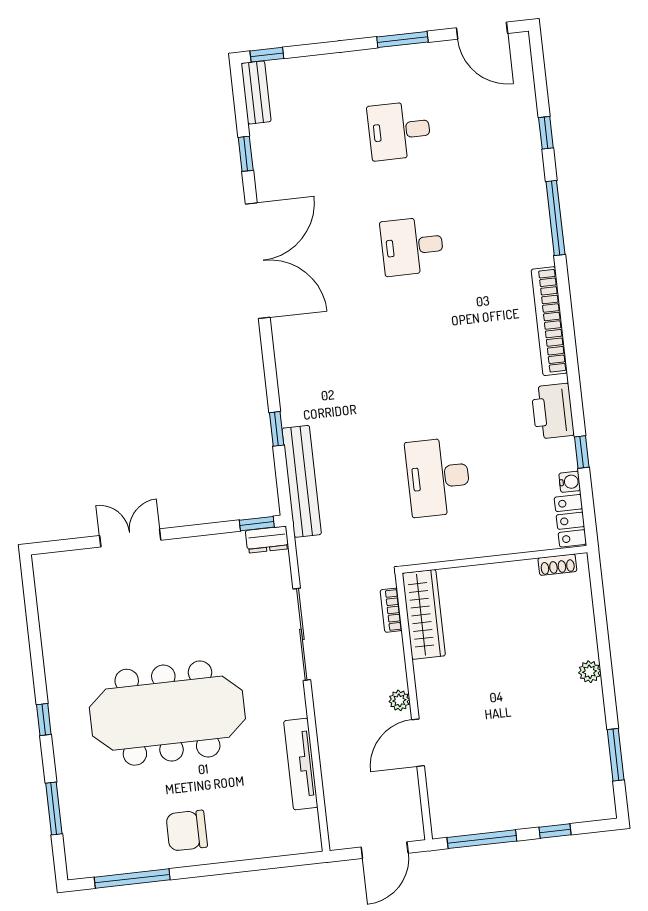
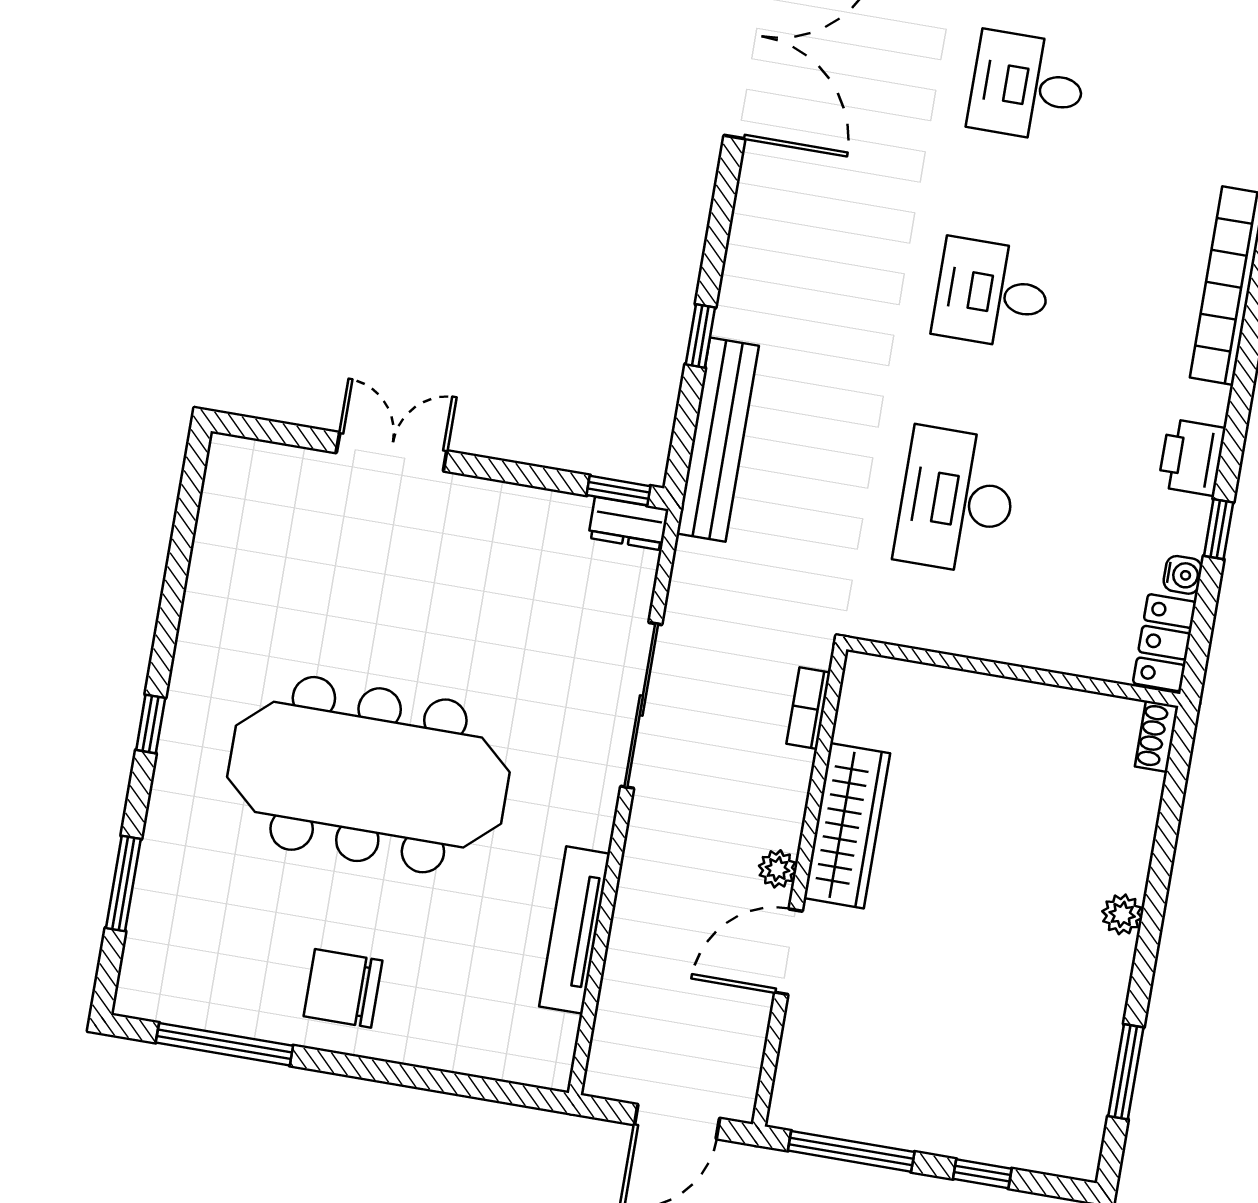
desk: (425, 362) -> (992, 294), added
printer: (553, 411) -> (1192, 457), width x0.73, depth x0.84
shoe rack: (557, 565) -> (1157, 736), moved, turned 90
wardrobe: (424, 614) -> (847, 826), moved

